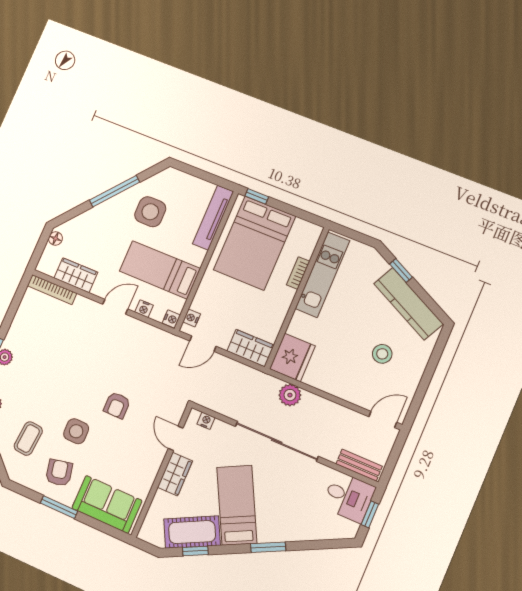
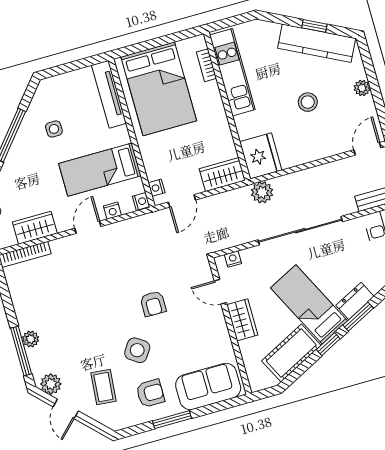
window: (257, 196) -> (130, 50), removed
side table: (150, 212) -> (54, 129), width x0.54, depth x0.54
window: (401, 271) -> (314, 26), moved
bookcase: (298, 273) -> (206, 65), moved
stool: (382, 354) -> (308, 102), moved
plant: (417, 368) -> (362, 88), added
plant: (290, 395) -> (262, 192), moved
side table: (76, 431) -> (137, 350), turned 34
armchair: (59, 473) -> (150, 393), turned 102
dresser: (276, 533) -> (355, 301), added
window: (195, 551) -> (328, 344), moved

